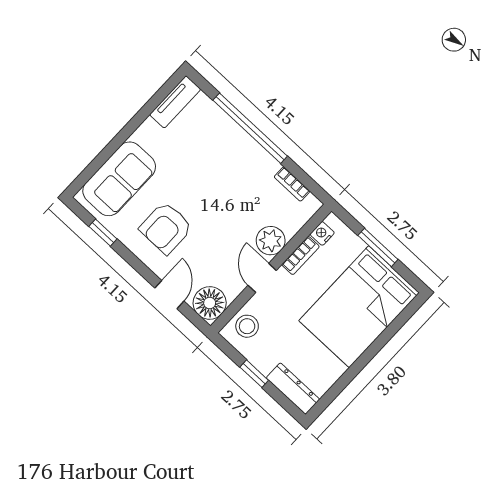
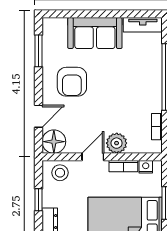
sofa: (119, 179) -> (95, 33), moved
armchair: (166, 228) -> (72, 82), turned -90
window: (103, 233) -> (38, 51), width x1.50

